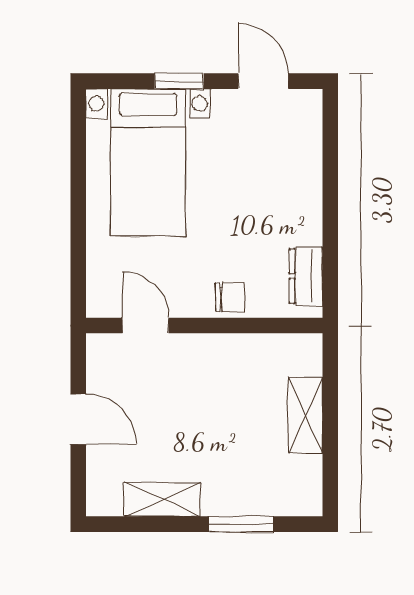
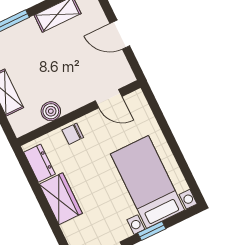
wardrobe: (299, 203) -> (61, 199), added
boiler: (247, 350) -> (51, 111), added

